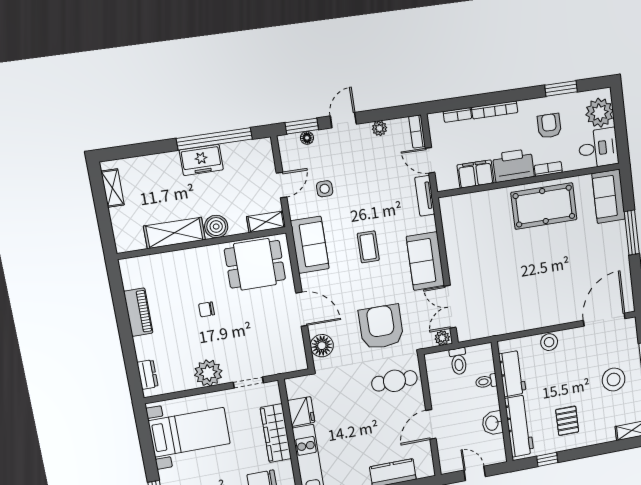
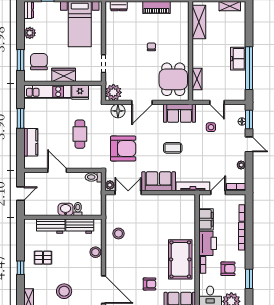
tv unit: (425, 196) -> (193, 186), width x1.41
shelving: (266, 222) -> (197, 79), moved
boiler: (216, 227) -> (199, 61), removed
shelving: (174, 233) -> (199, 22), moved
armchair: (588, 249) -> (149, 284), added
stool: (516, 311) -> (118, 233), added
toilet: (458, 361) -> (94, 177), moved
plant: (208, 373) -> (113, 92), moved
cafe table: (394, 381) -> (80, 134), moved
washbasin: (492, 423) -> (66, 209), moved
workbench: (519, 426) -> (51, 226), width x0.73
wardrobe: (276, 433) -> (64, 75), width x0.67
window: (547, 459) -> (20, 268), moved

